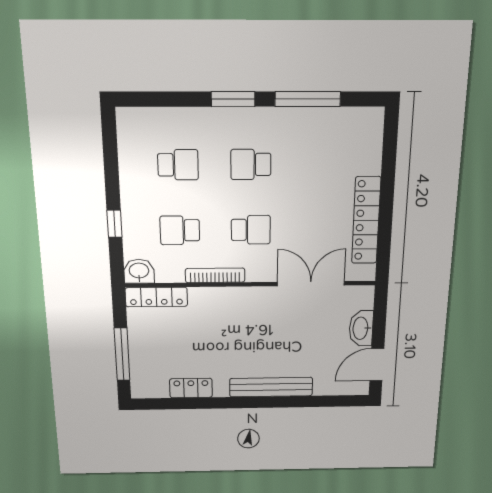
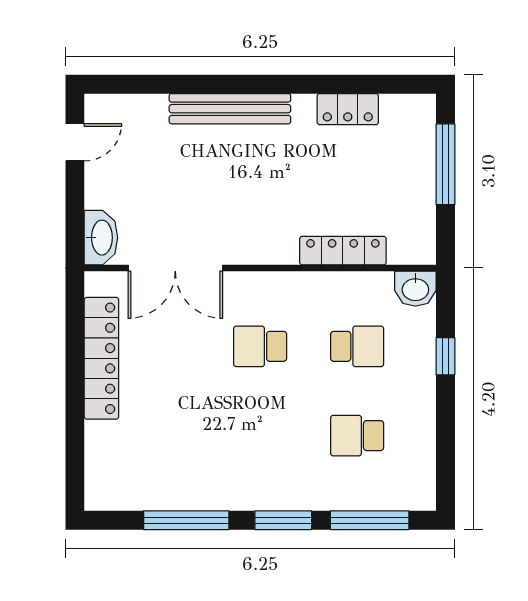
window: (166, 99) -> (370, 520), added
school desk: (251, 164) -> (260, 436), removed
bookcase: (215, 275) -> (310, 282), removed
locker: (156, 297) -> (343, 251), moved
washbasin: (361, 328) -> (101, 238), moved
door: (377, 365) -> (75, 142), width x0.73

